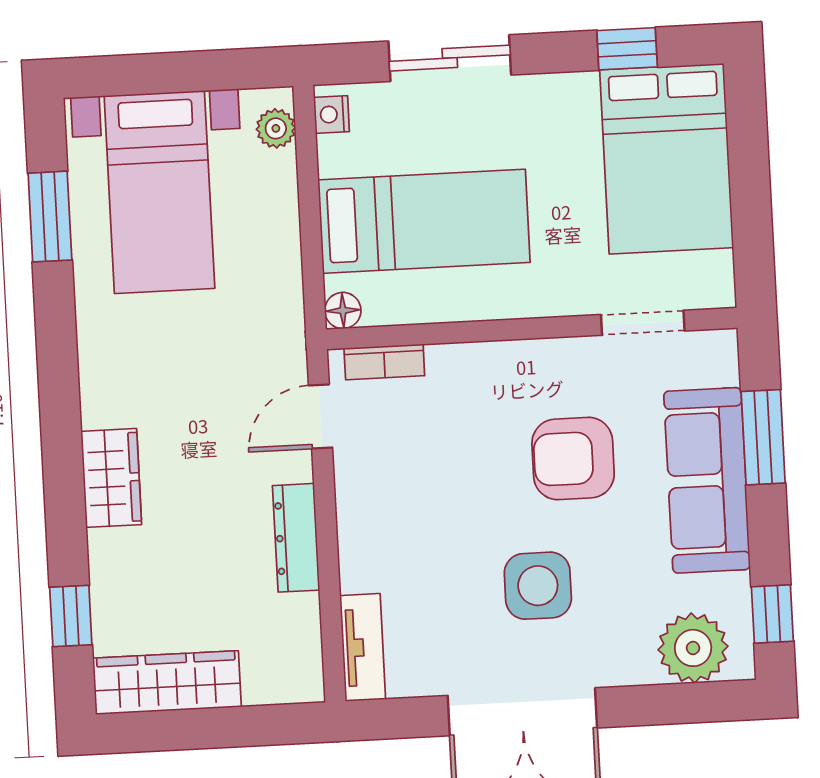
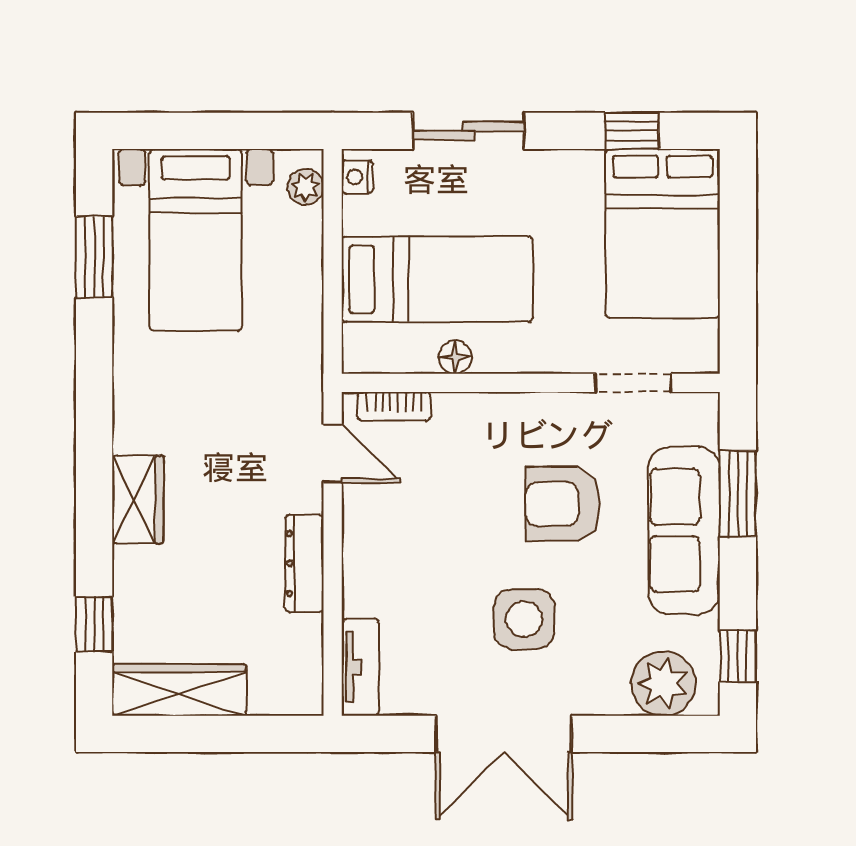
floor lamp: (343, 311) -> (455, 357), moved
door: (320, 417) -> (333, 453), swing flipped

